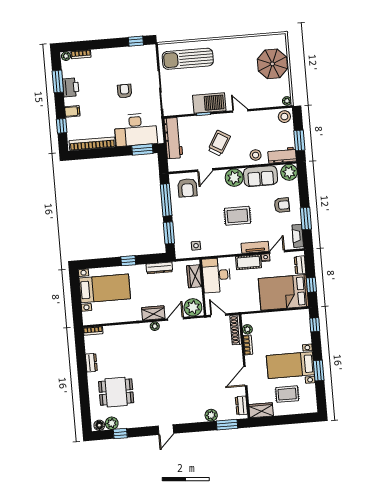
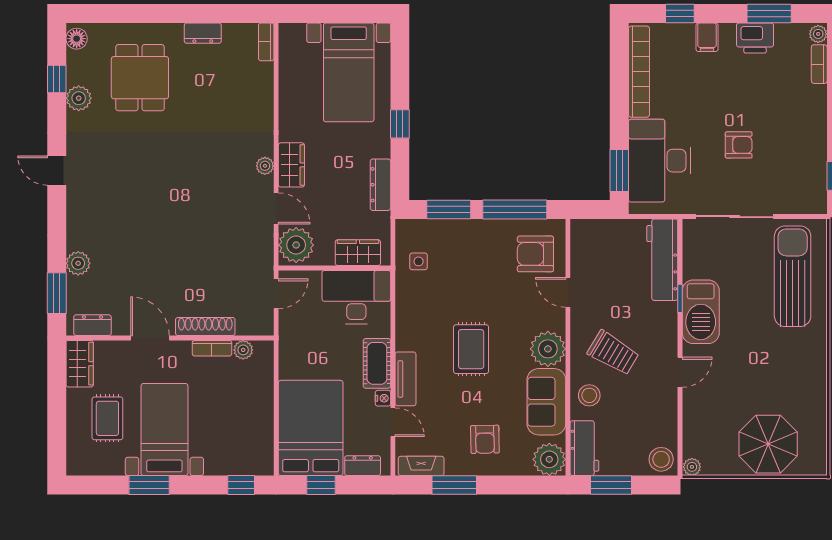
workbench: (173, 138) -> (662, 260), moved, turned 90
trolley: (219, 143) -> (613, 353), moved
shoe rack: (236, 330) -> (205, 326), moved
plant: (112, 423) -> (79, 98), moved

